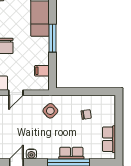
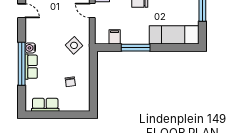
window: (53, 38) -> (136, 48), moved
water cooler: (31, 154) -> (30, 48), moved

